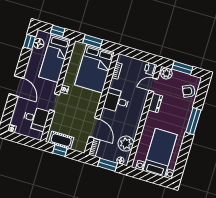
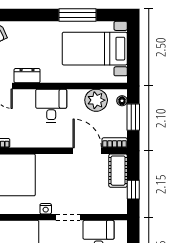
desk: (116, 101) -> (51, 106), moved, turned 180
window: (193, 121) -> (78, 15), moved
door: (94, 128) -> (87, 151), hinge flipped
cot: (61, 140) -> (118, 171), moved

